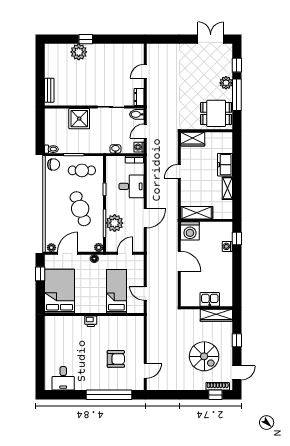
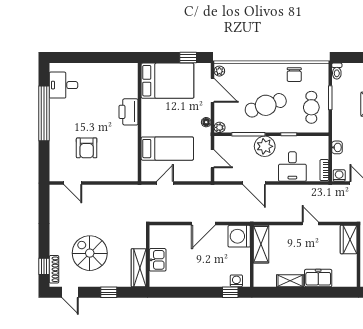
chair: (54, 165) -> (294, 75), moved
plant: (115, 223) -> (265, 146), moved
washing machine: (227, 246) -> (236, 281), moved
printer: (91, 321) -> (129, 112), width x1.87, depth x1.48
spiral stairs: (204, 356) -> (90, 253), turned 90
window: (109, 395) -> (44, 113), moved

